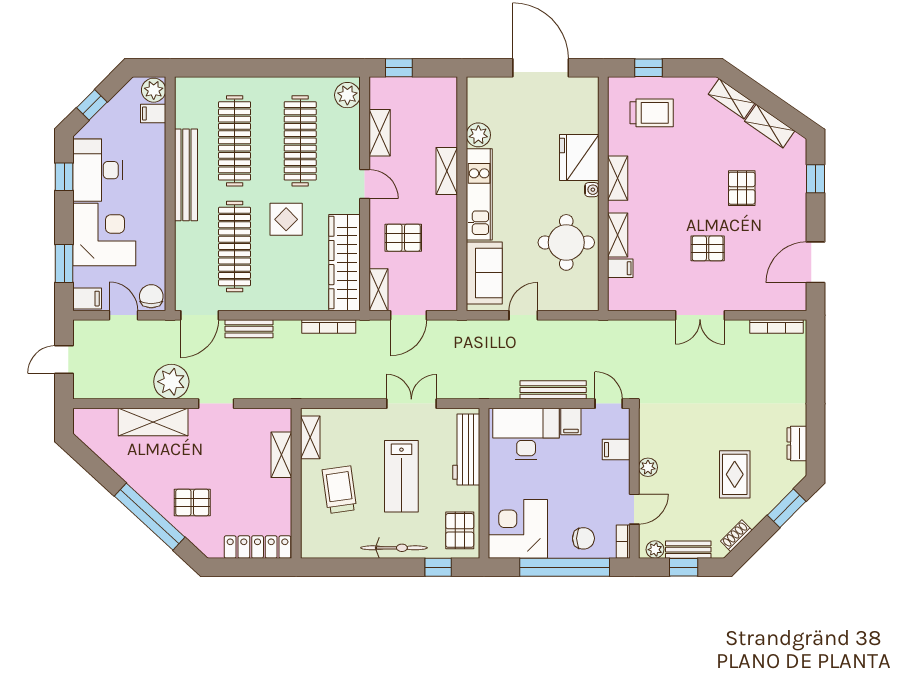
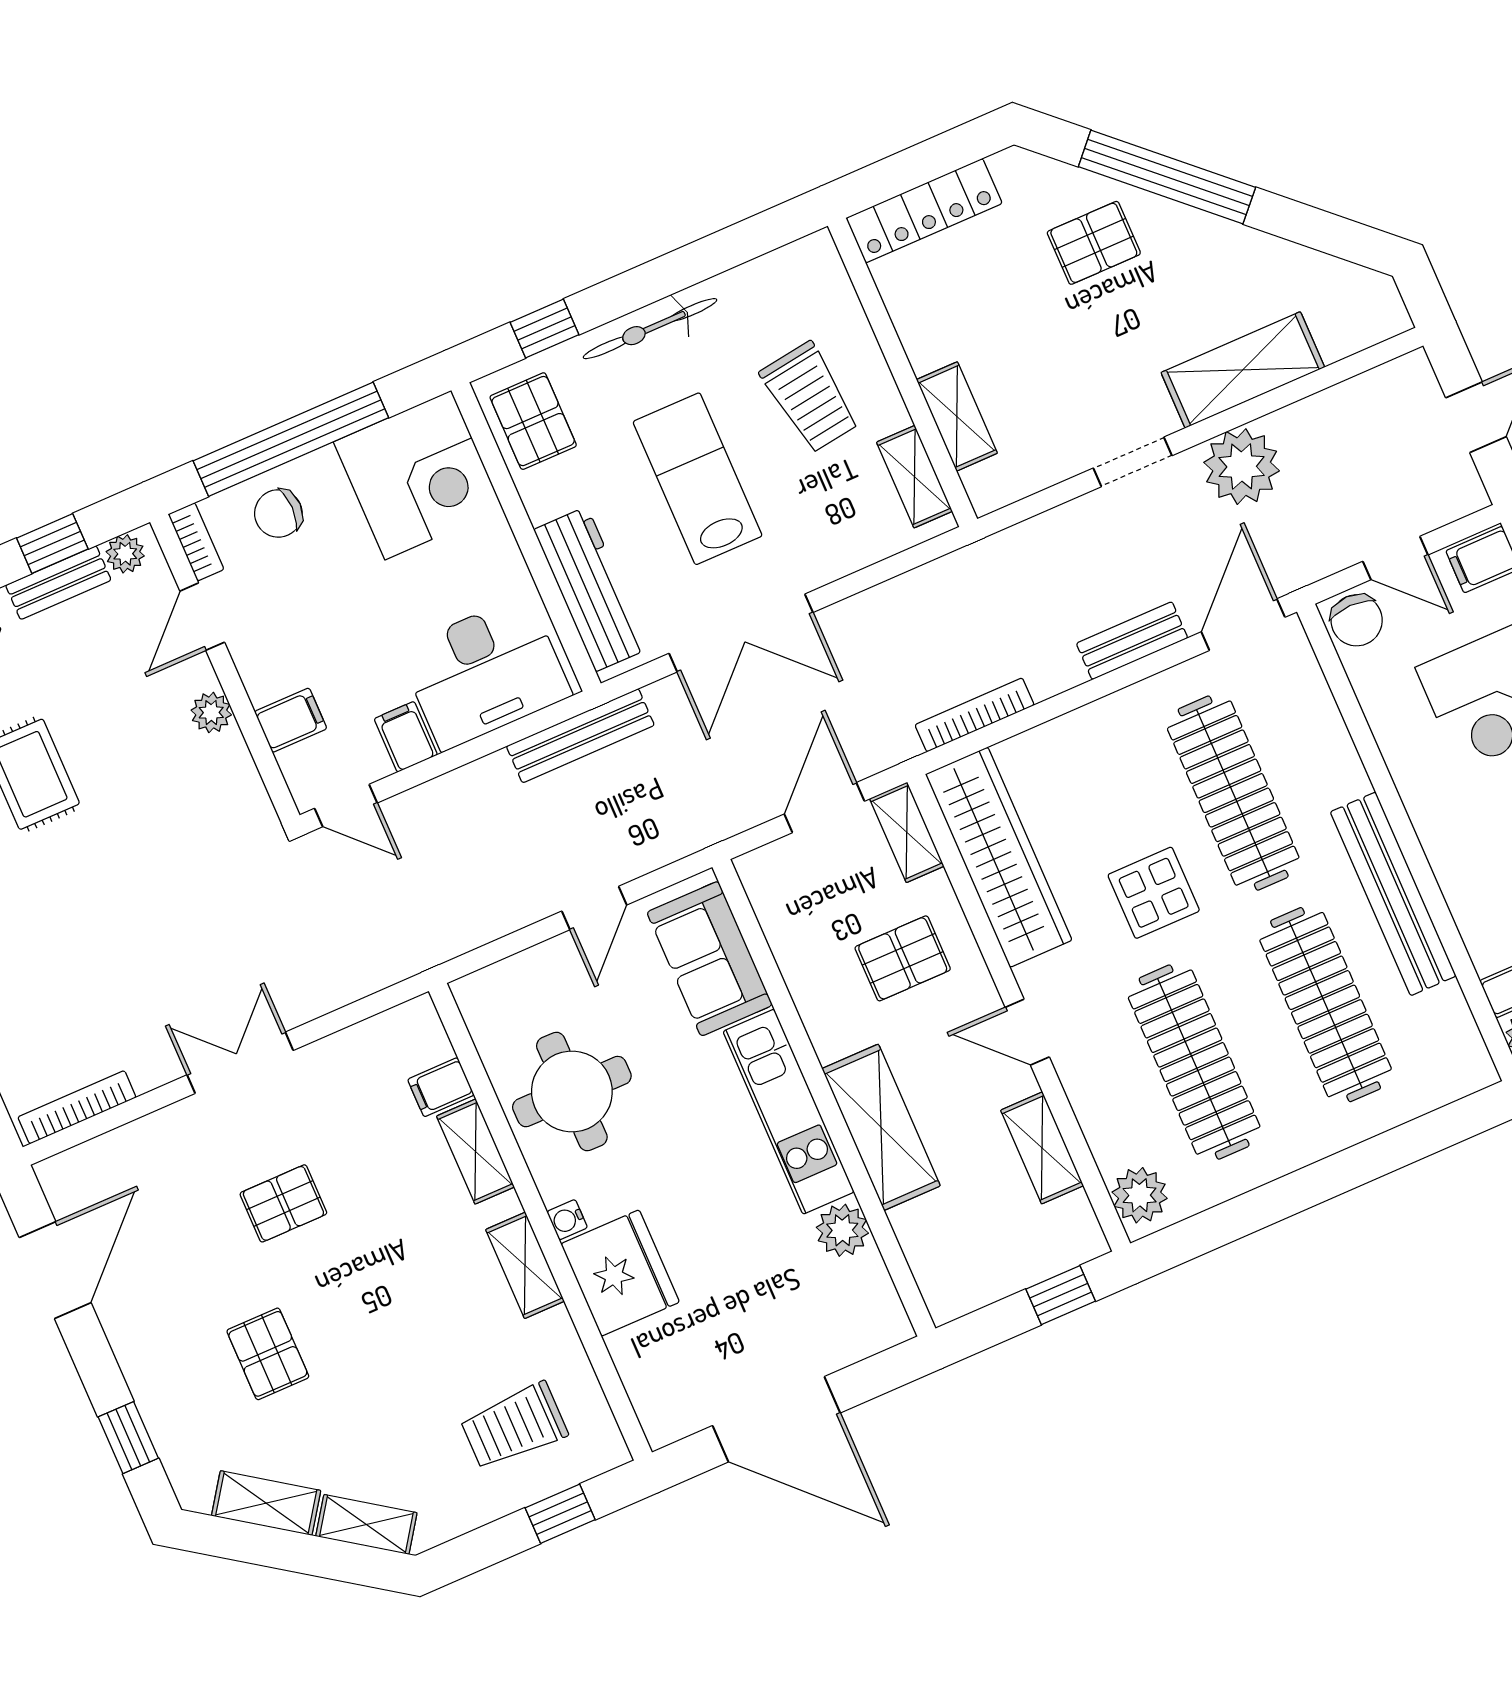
shelving: (447, 171) -> (881, 1127), width x1.50, depth x1.33
bench: (553, 390) -> (580, 736), moved
double door: (411, 404) -> (741, 633), width x1.37

